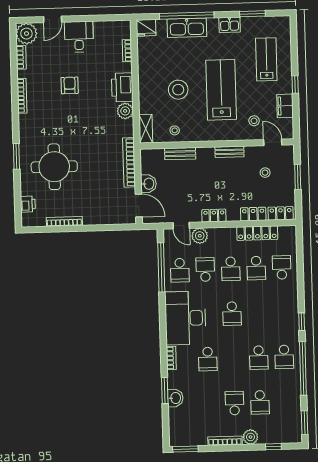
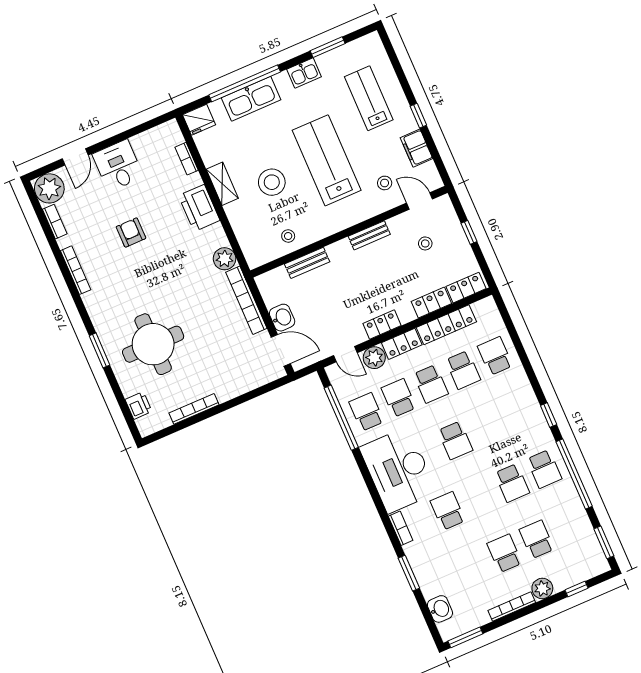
plant: (125, 111) -> (225, 259), moved
shelving: (146, 129) -> (222, 184), moved
window: (298, 177) -> (469, 232), width x0.67
locker: (222, 234) -> (402, 344), added
school desk: (180, 270) -> (366, 412), turned 180
school desk: (208, 359) -> (448, 511), turned 180
washbasin: (175, 398) -> (440, 609), moved
school desk: (260, 402) -> (537, 539), turned 180

